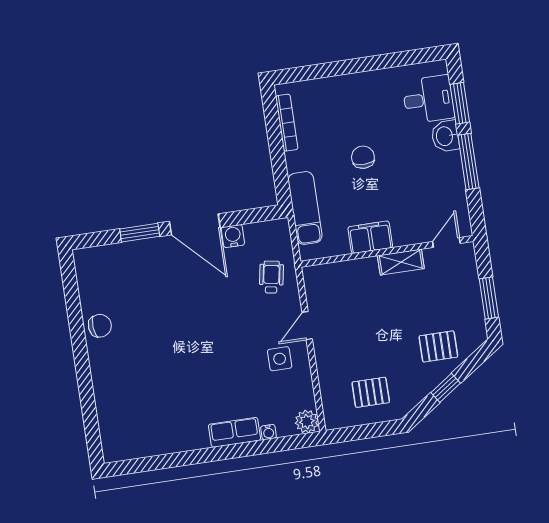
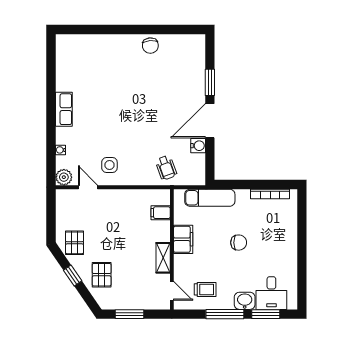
trolley: (437, 195) -> (205, 289), added
filing cabinet: (337, 275) -> (161, 213), added
wheelchair: (271, 277) -> (166, 168), turned 60
door: (307, 326) -> (88, 187), moved
pallet: (371, 392) -> (75, 243), moved
row of seats: (235, 432) -> (64, 109), moved

